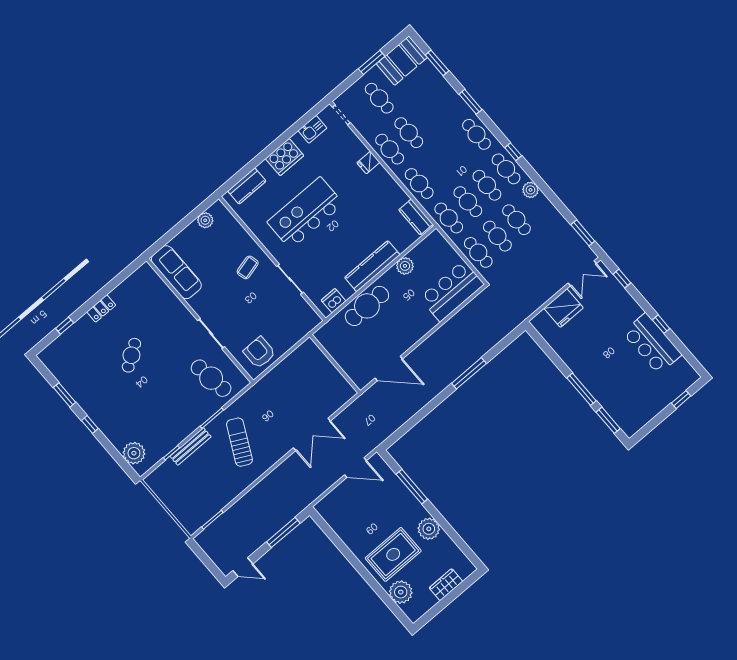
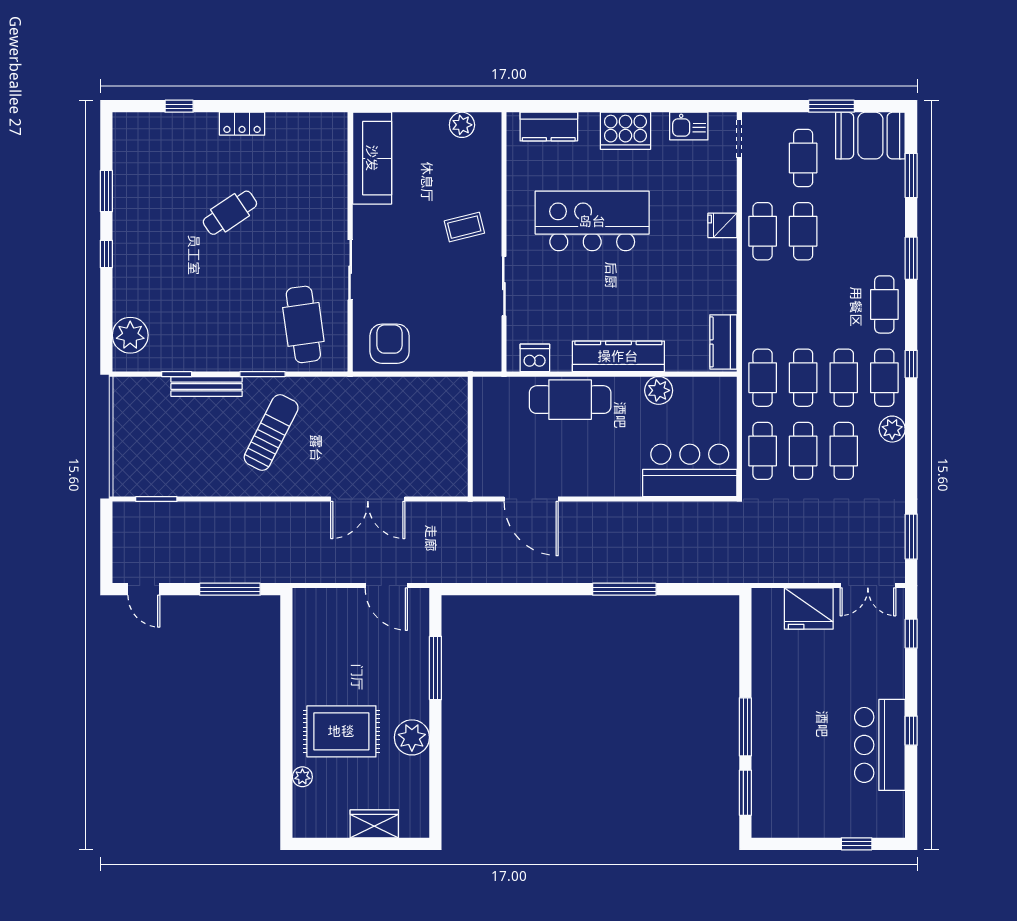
cafe table: (419, 184) -> (763, 304), removed
plant: (401, 592) -> (302, 777), width x0.53, depth x0.53

